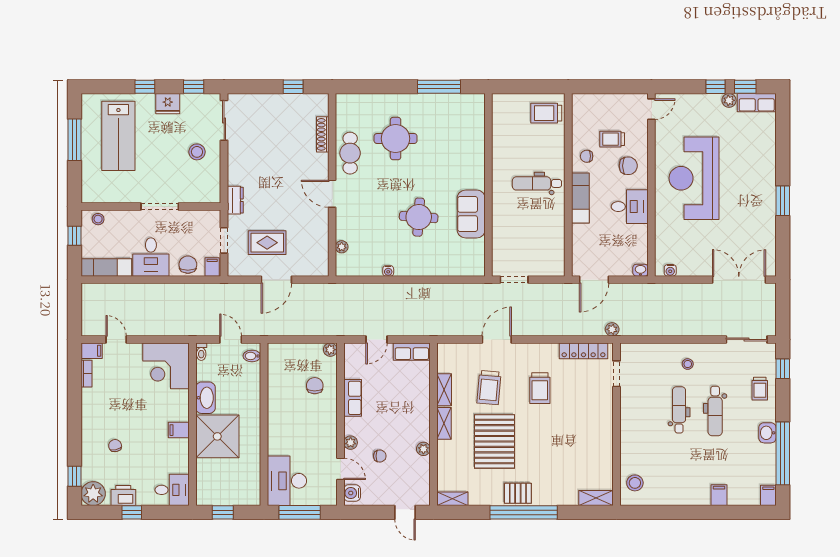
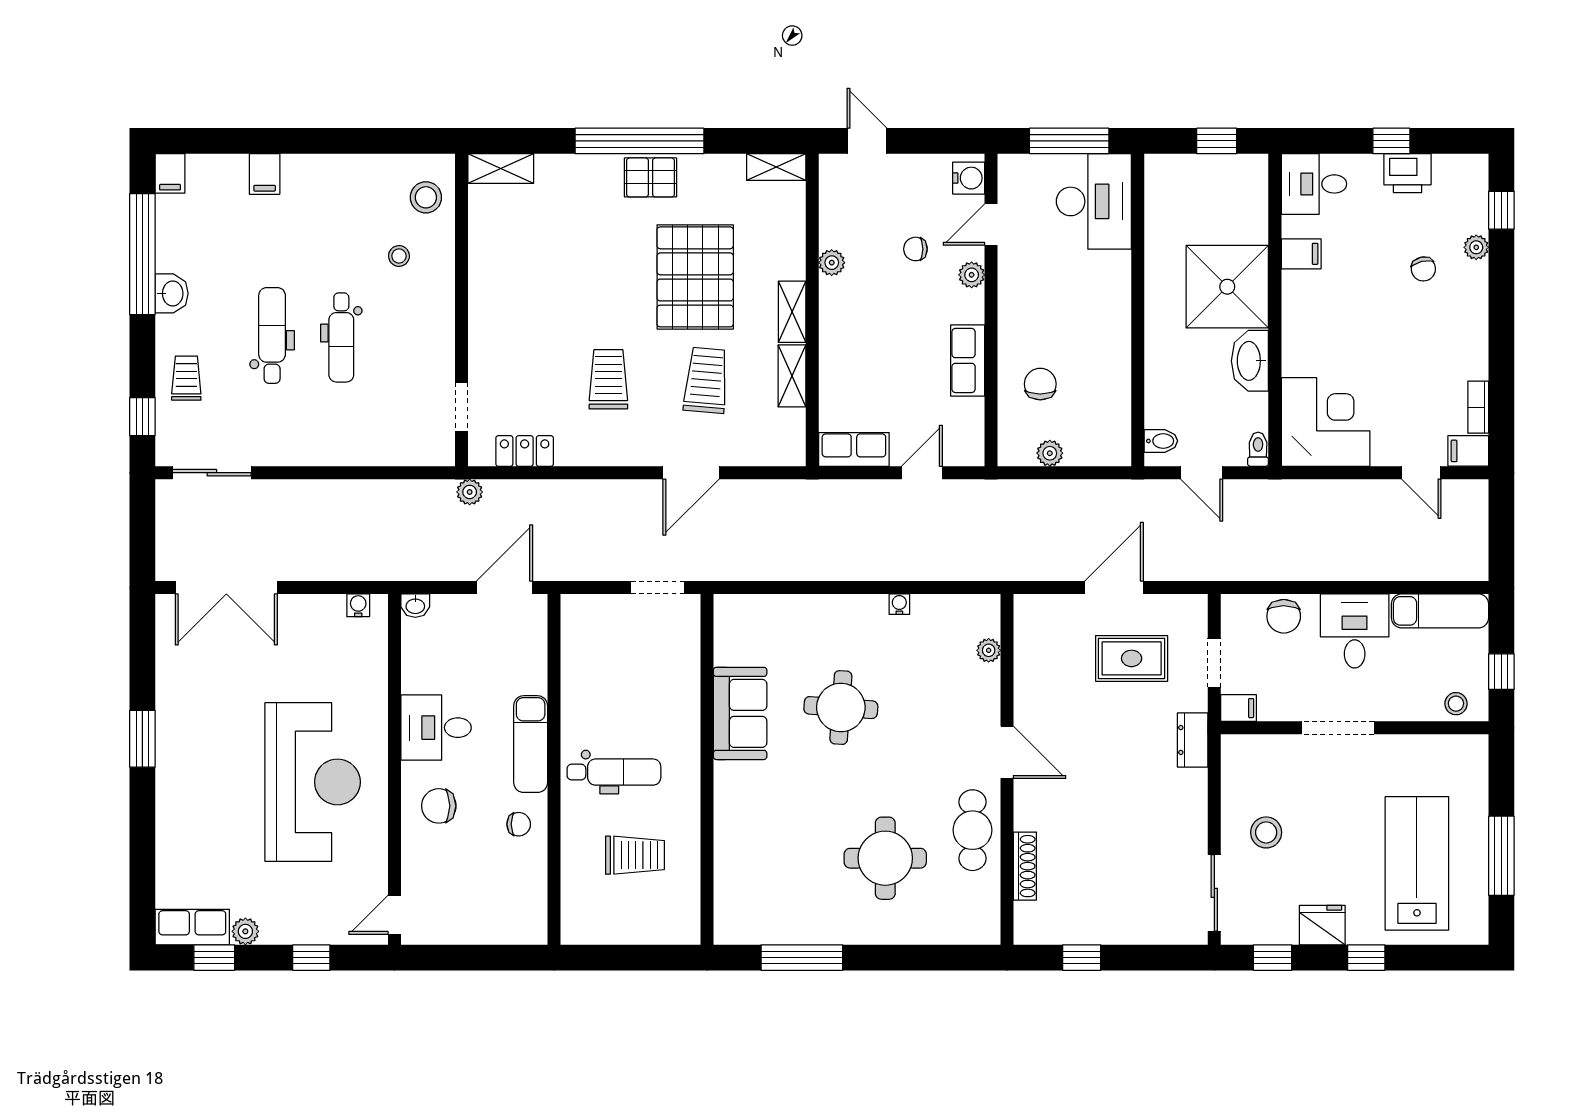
window: (715, 87) -> (311, 958), moved
trolley: (546, 113) -> (635, 855), moved
trolley: (612, 139) -> (470, 857), removed
filing cabinet: (212, 267) -> (1239, 708), moved, turned -90
plant: (330, 350) -> (1050, 453), moved
locker: (584, 351) -> (525, 451), width x0.66
stool: (688, 364) -> (399, 256), moved
chair: (315, 386) -> (1040, 384), turned 180
filing cabinet: (179, 430) -> (1301, 254), moved
door: (340, 469) -> (991, 224), hinge flipped
plant: (93, 494) -> (1476, 247), moved, width x0.53, depth x0.53

